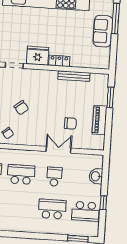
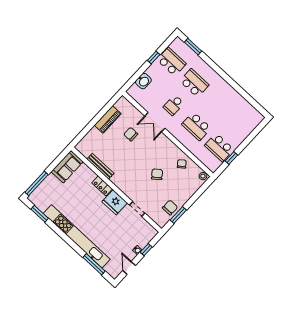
sofa: (103, 31) -> (67, 167), moved
window: (110, 97) -> (87, 130), removed
school desk: (52, 209) -> (194, 83), turned 180

